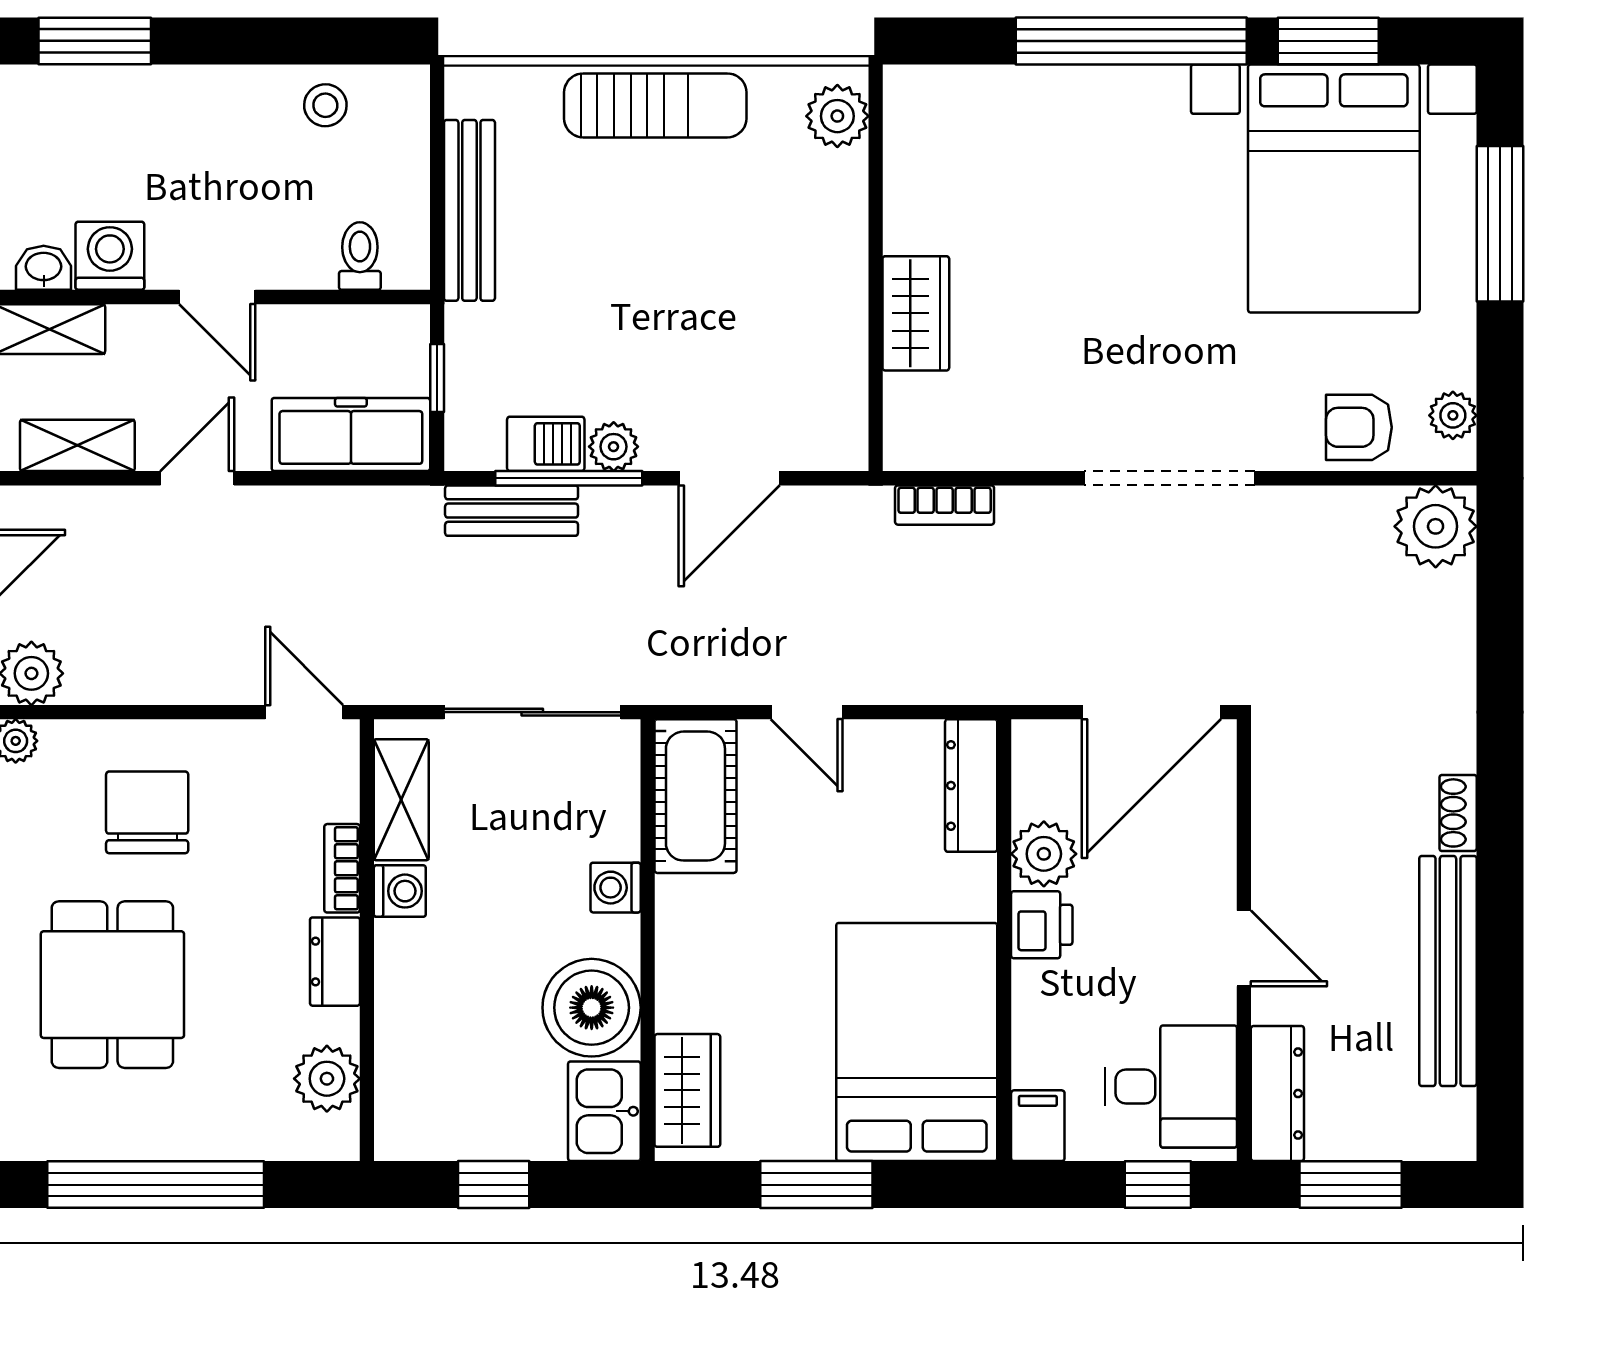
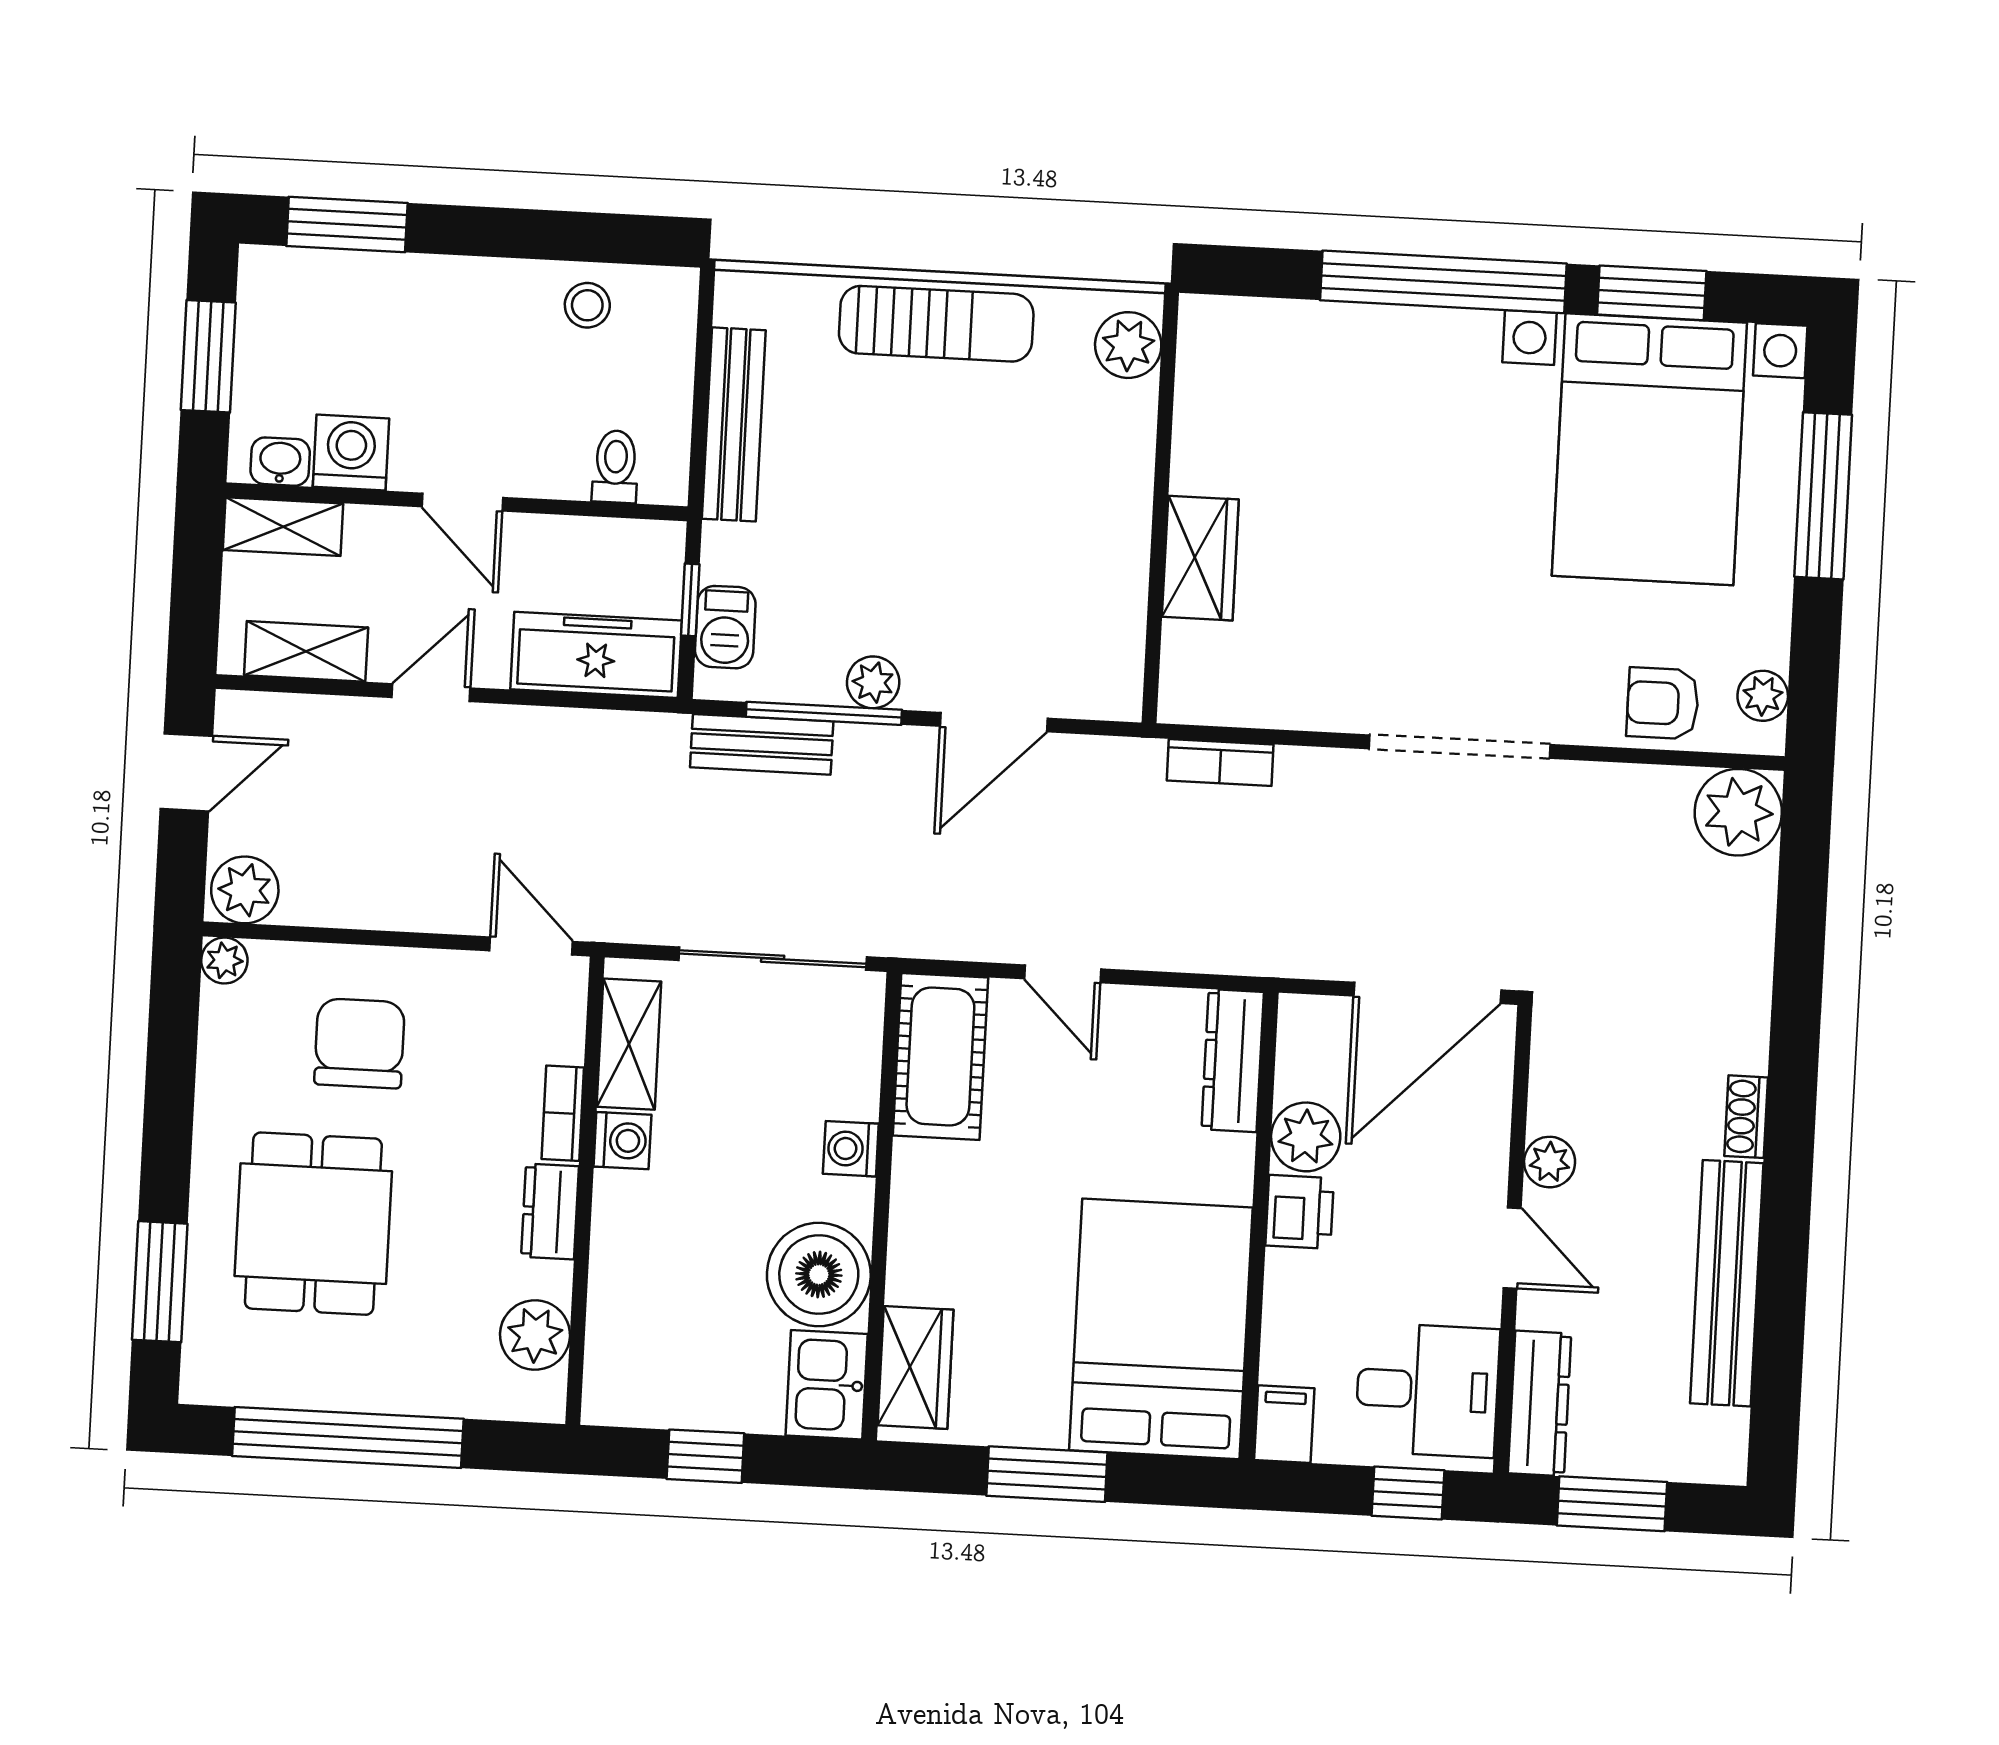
barbecue: (546, 444) -> (725, 627), moved, turned 90
plant: (1275, 865) -> (1550, 1162), added

